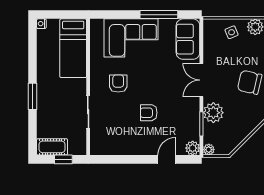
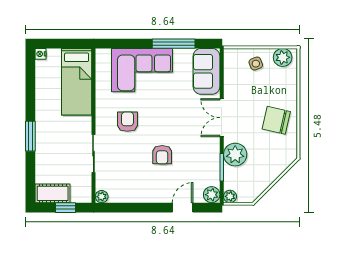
armchair: (149, 113) -> (162, 155), turned -90
plant: (95, 150) -> (102, 197), added

